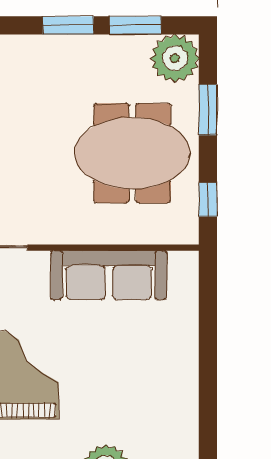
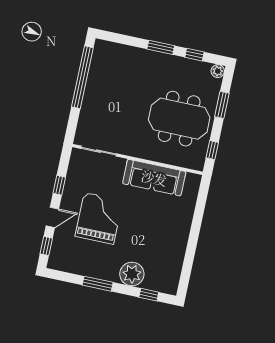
window: (135, 25) -> (194, 55), width x0.67
plant: (175, 58) -> (218, 71), width x0.53, depth x0.53

